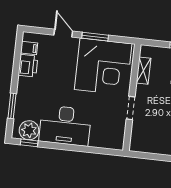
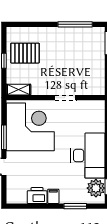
filing cabinet: (29, 48) -> (53, 196), moved
shelving: (144, 71) -> (18, 90), moved

